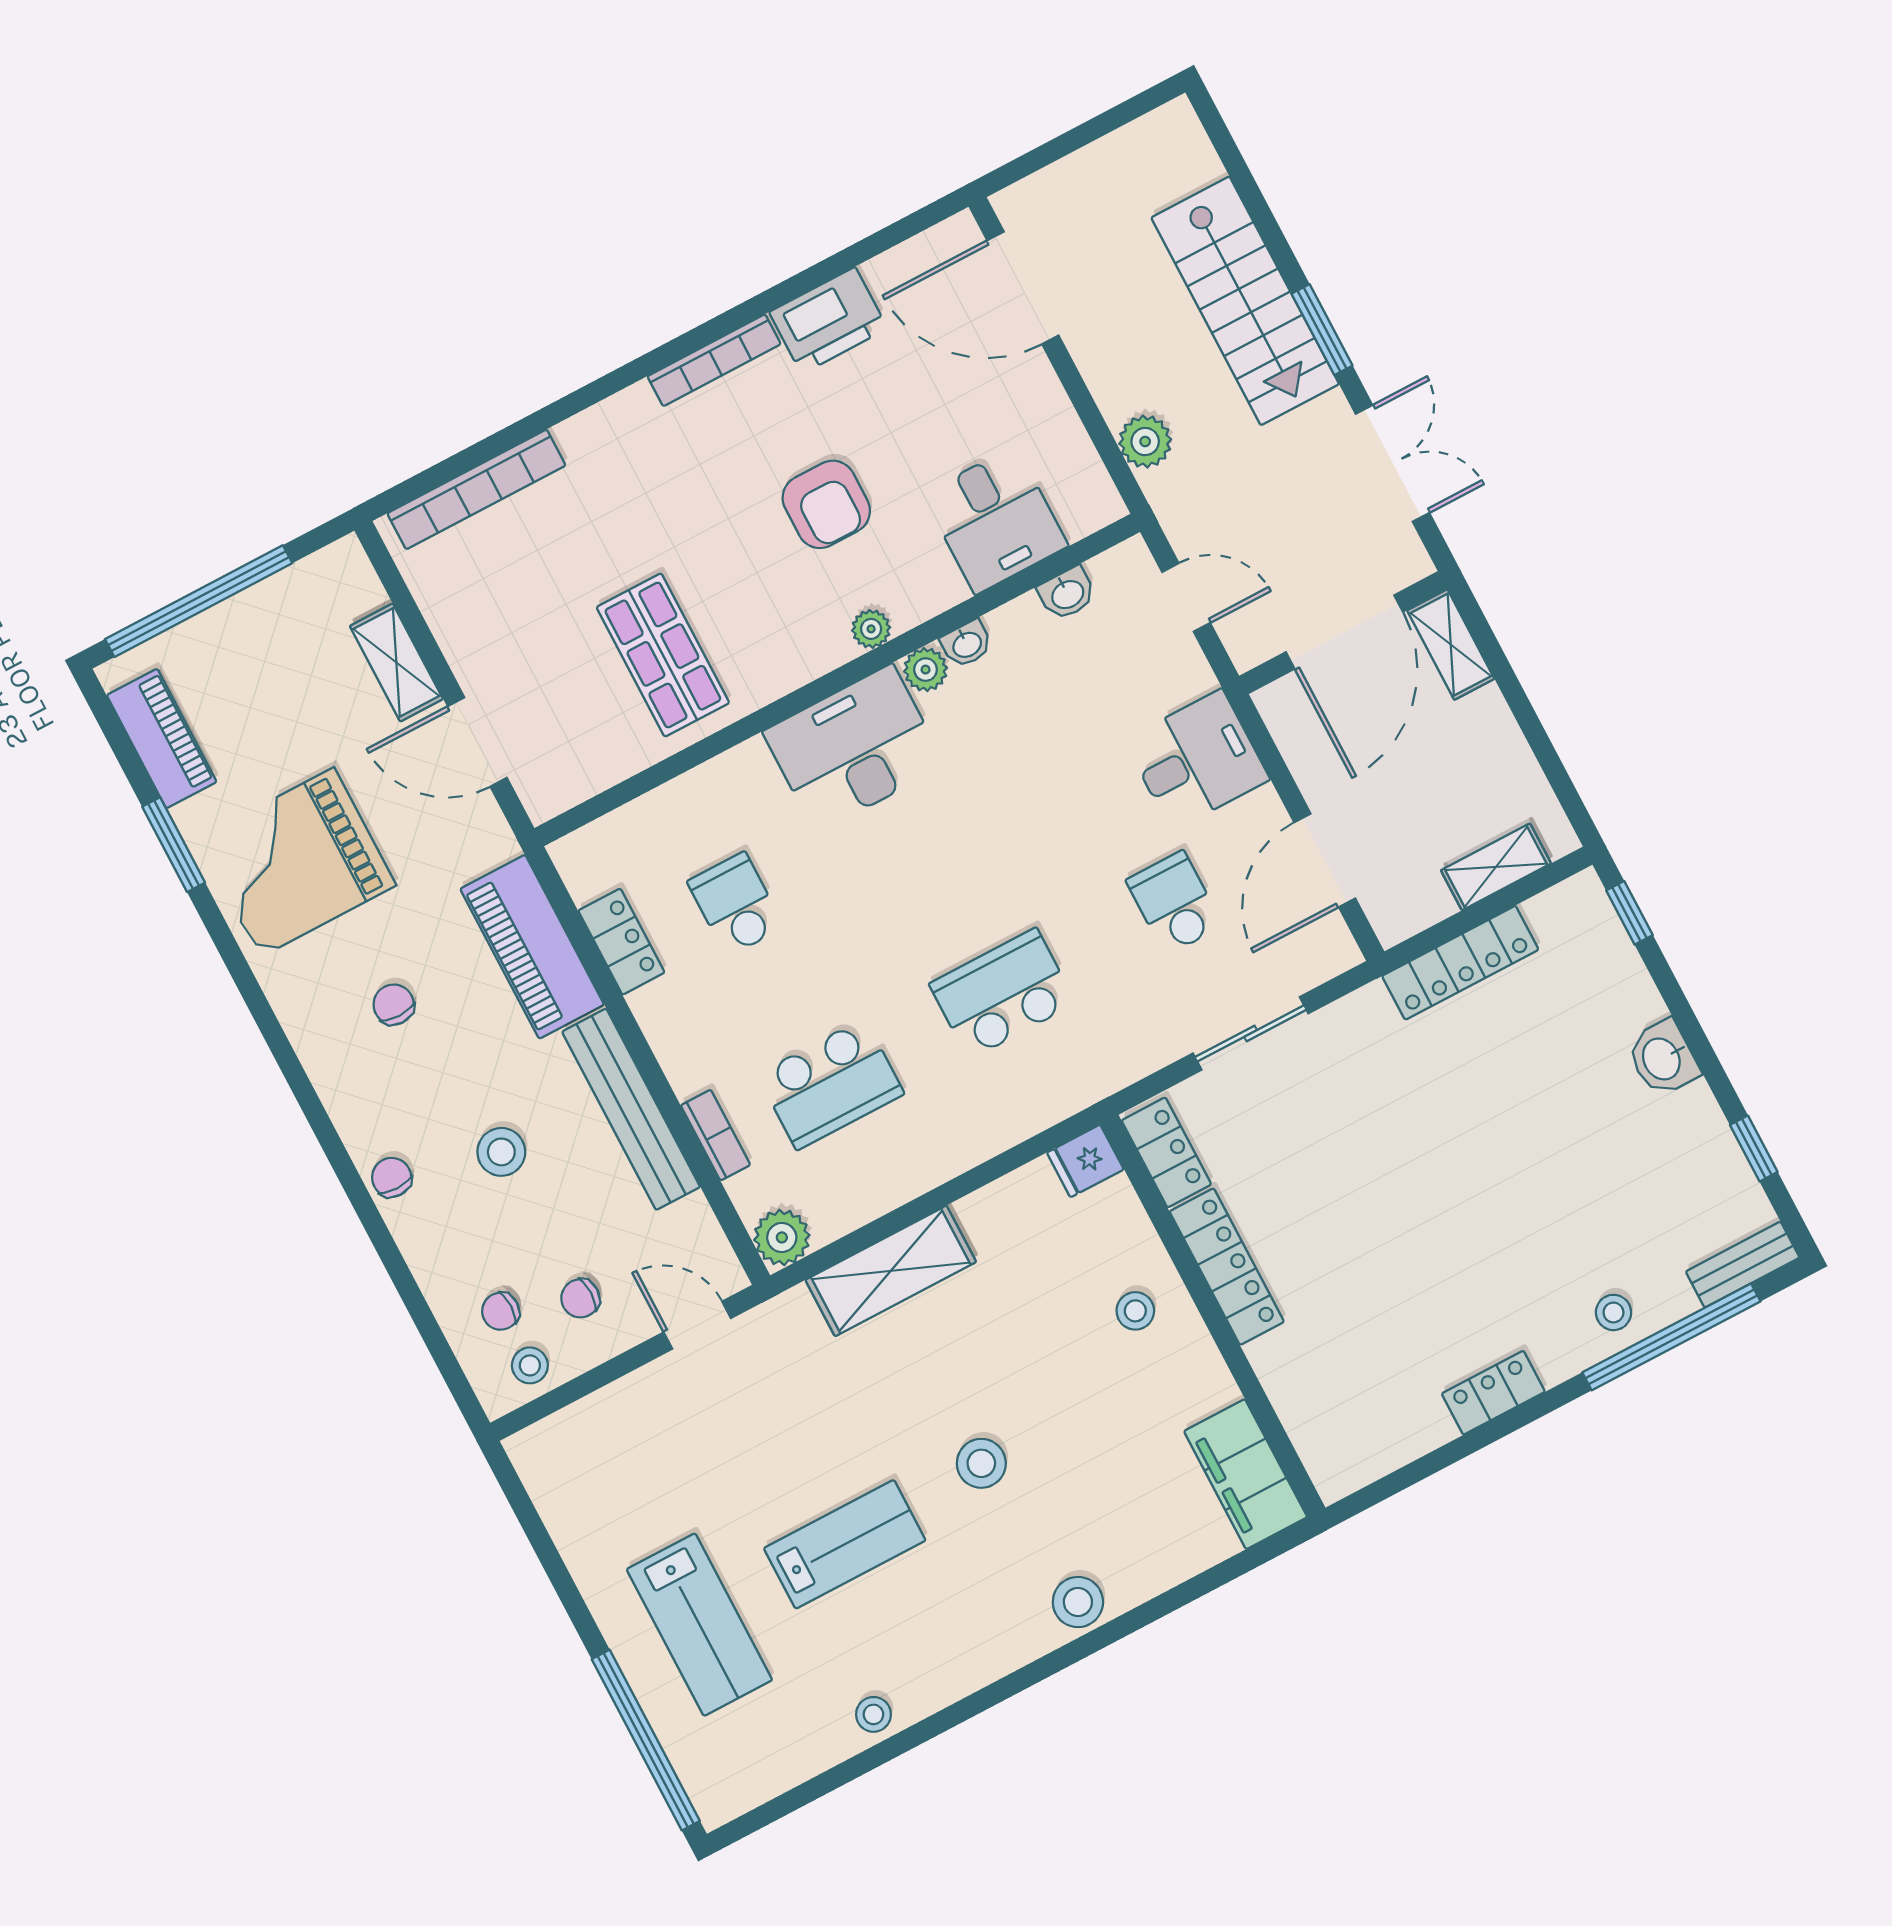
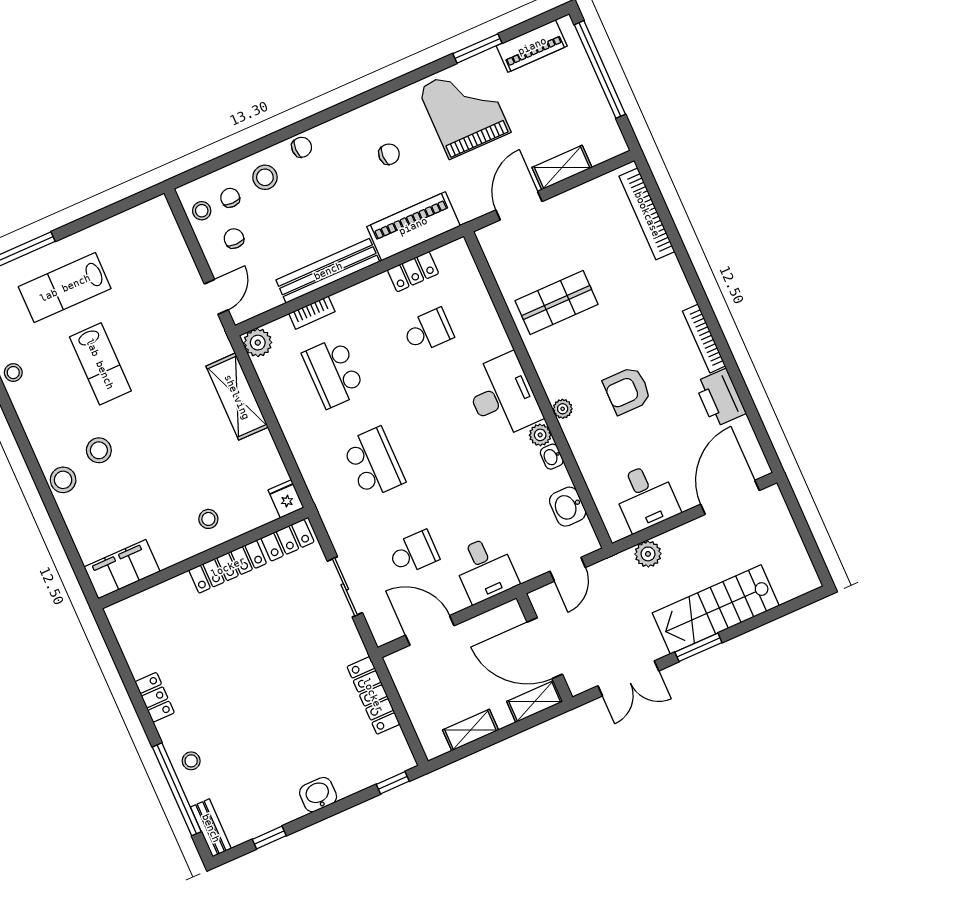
desk: (995, 520) -> (646, 497), moved, turned -90
washbasin: (1067, 593) -> (568, 507), width x1.38, depth x1.45
shelving: (1496, 867) -> (471, 730), moved, turned 90
stool: (501, 1152) -> (265, 177), moved
stool: (981, 1463) -> (99, 450), moved

